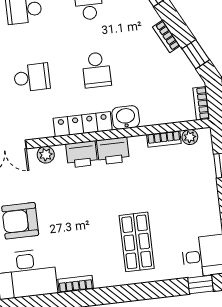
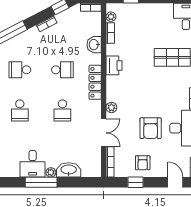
school desk: (32, 77) -> (62, 111), turned 180
washbasin: (126, 117) -> (94, 45), moved
printer: (82, 154) -> (114, 85), removed

